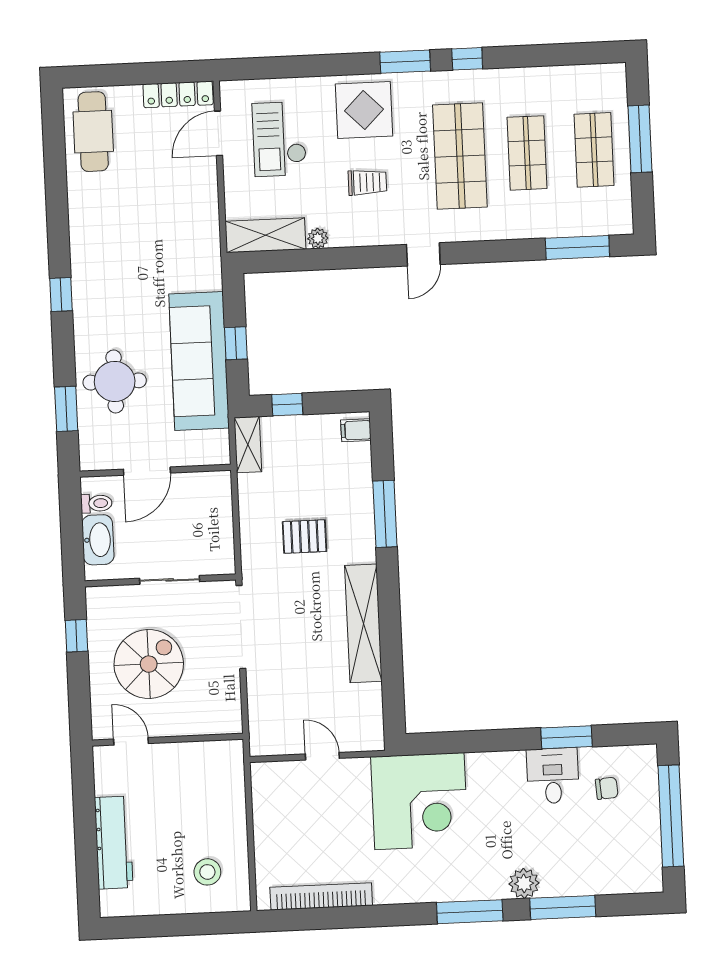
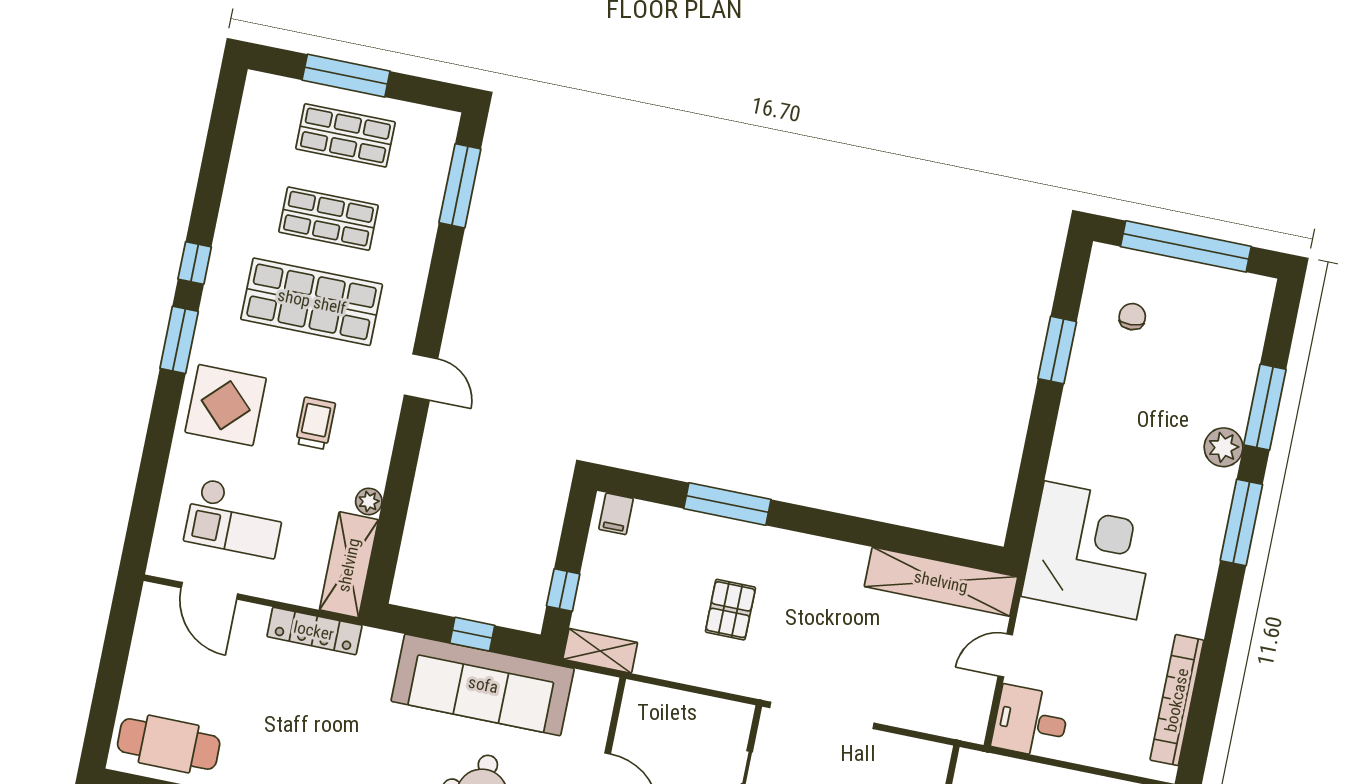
locker: (178, 94) -> (314, 631), moved, turned 90
shelving: (363, 623) -> (941, 582), moved
desk: (553, 776) -> (1031, 722), moved

